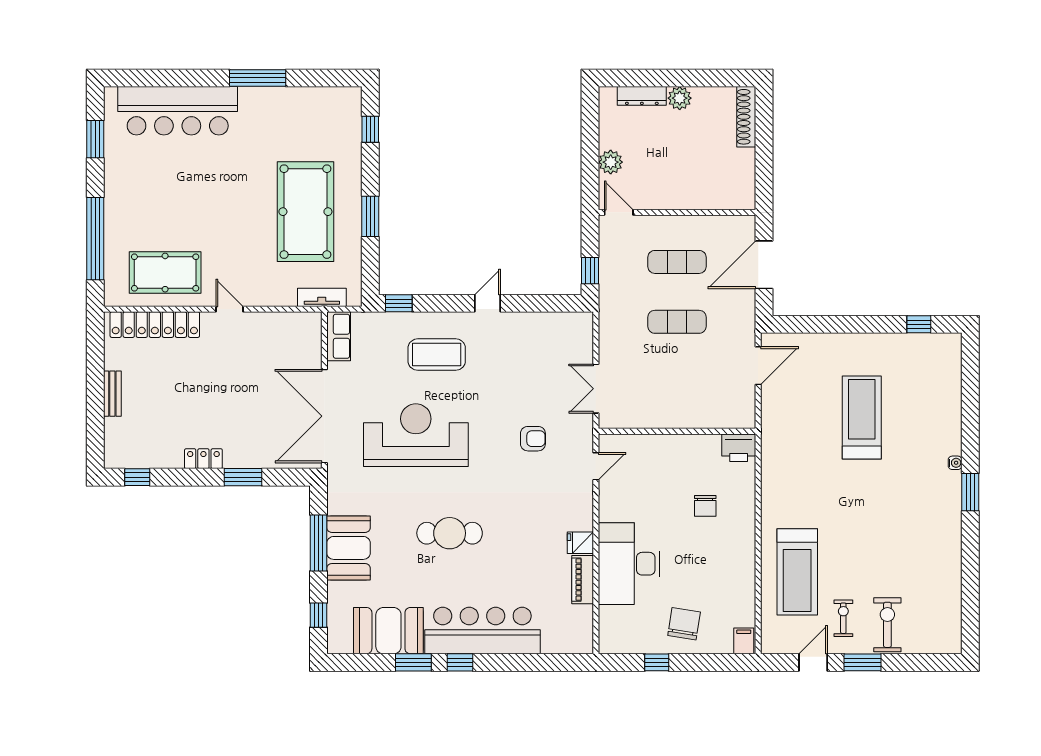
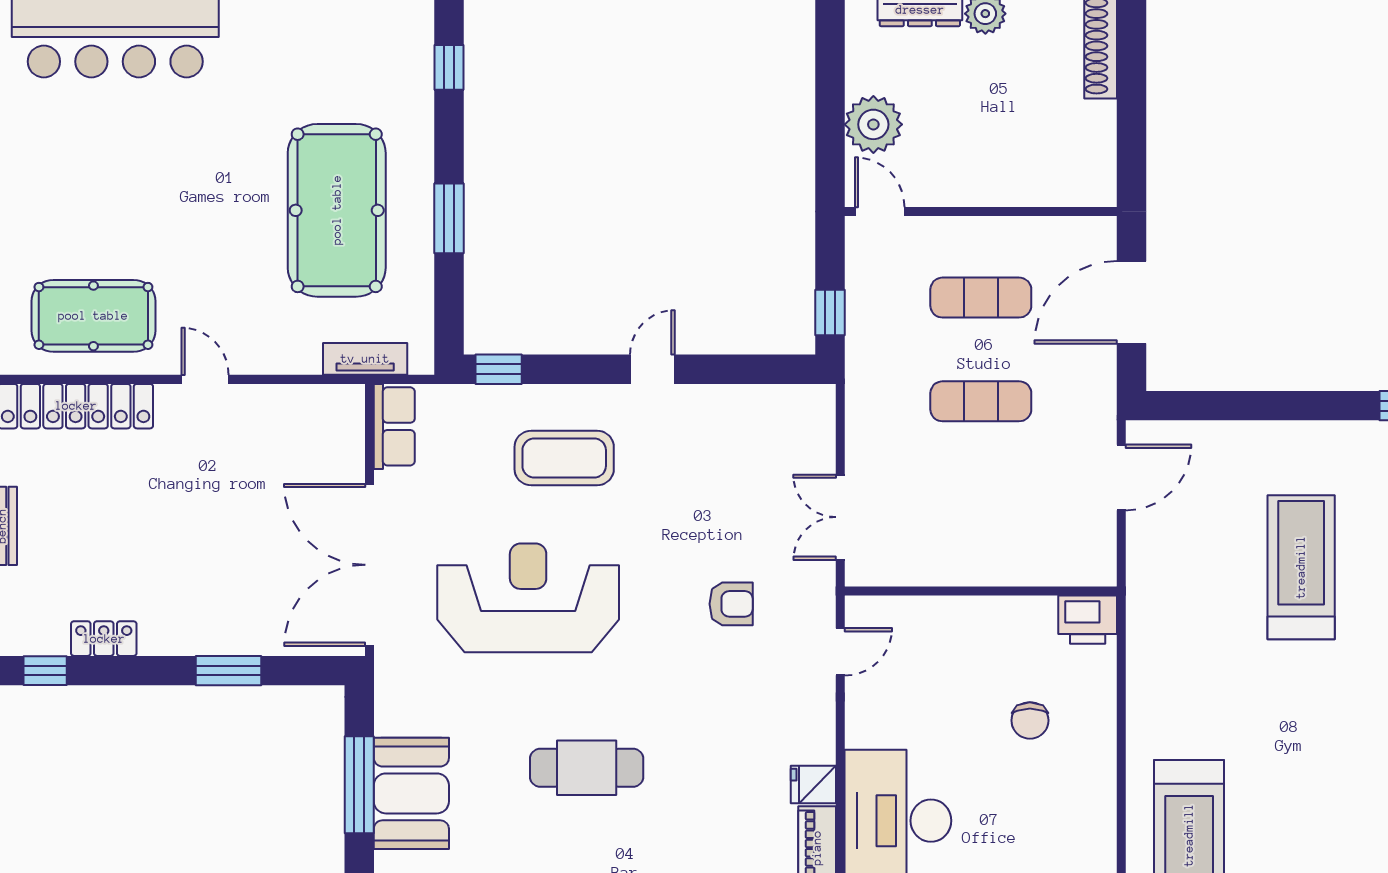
plant: (611, 162) -> (873, 124), width x1.36, depth x1.36
locker: (203, 459) -> (104, 639), moved

